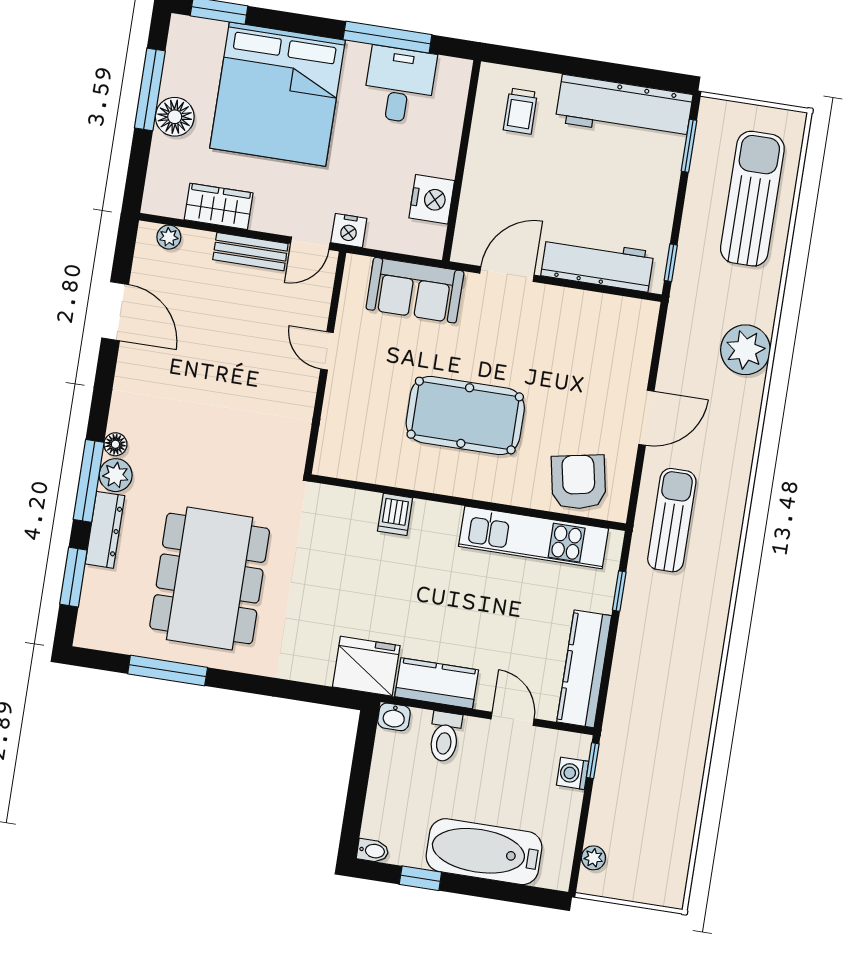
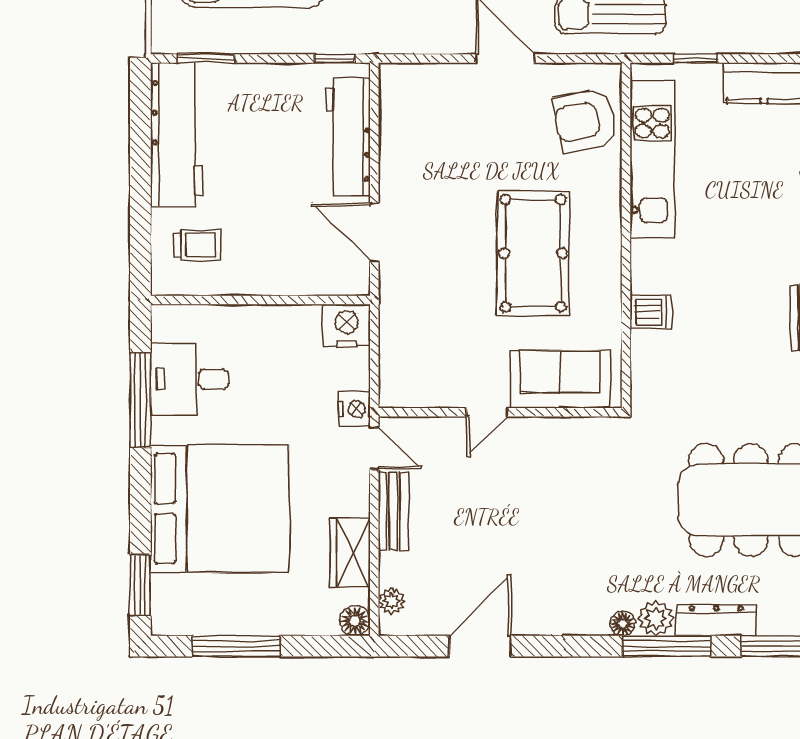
floor lamp: (175, 117) -> (355, 621), moved, width x0.73, depth x0.73
nightstand: (432, 199) -> (346, 325), moved
sofa: (415, 290) -> (560, 379), moved, turned -90

